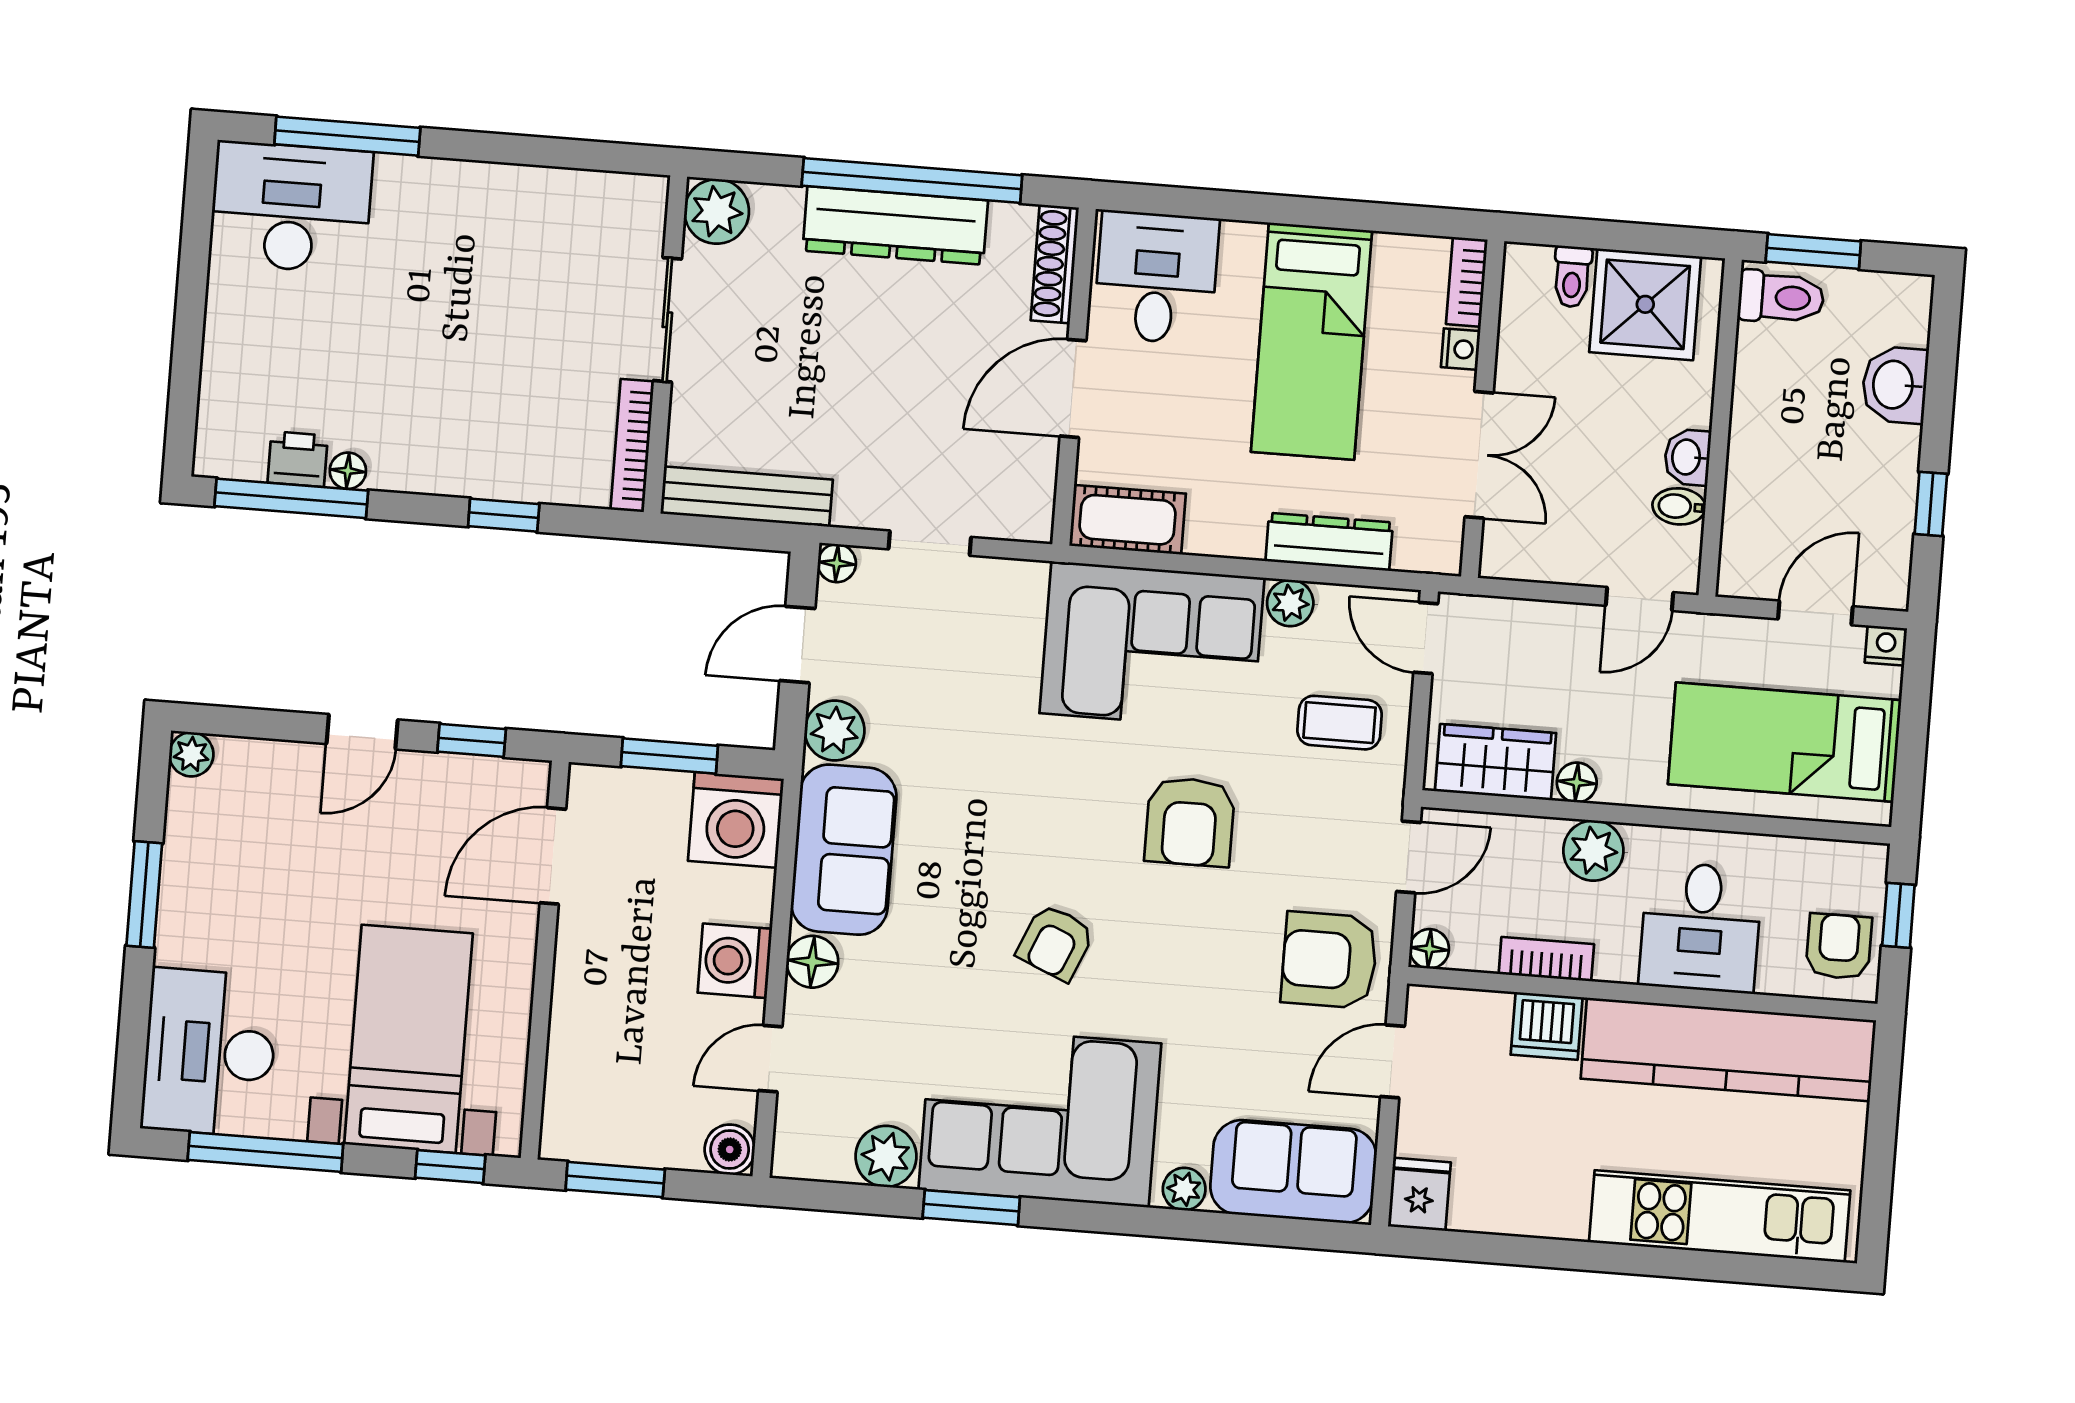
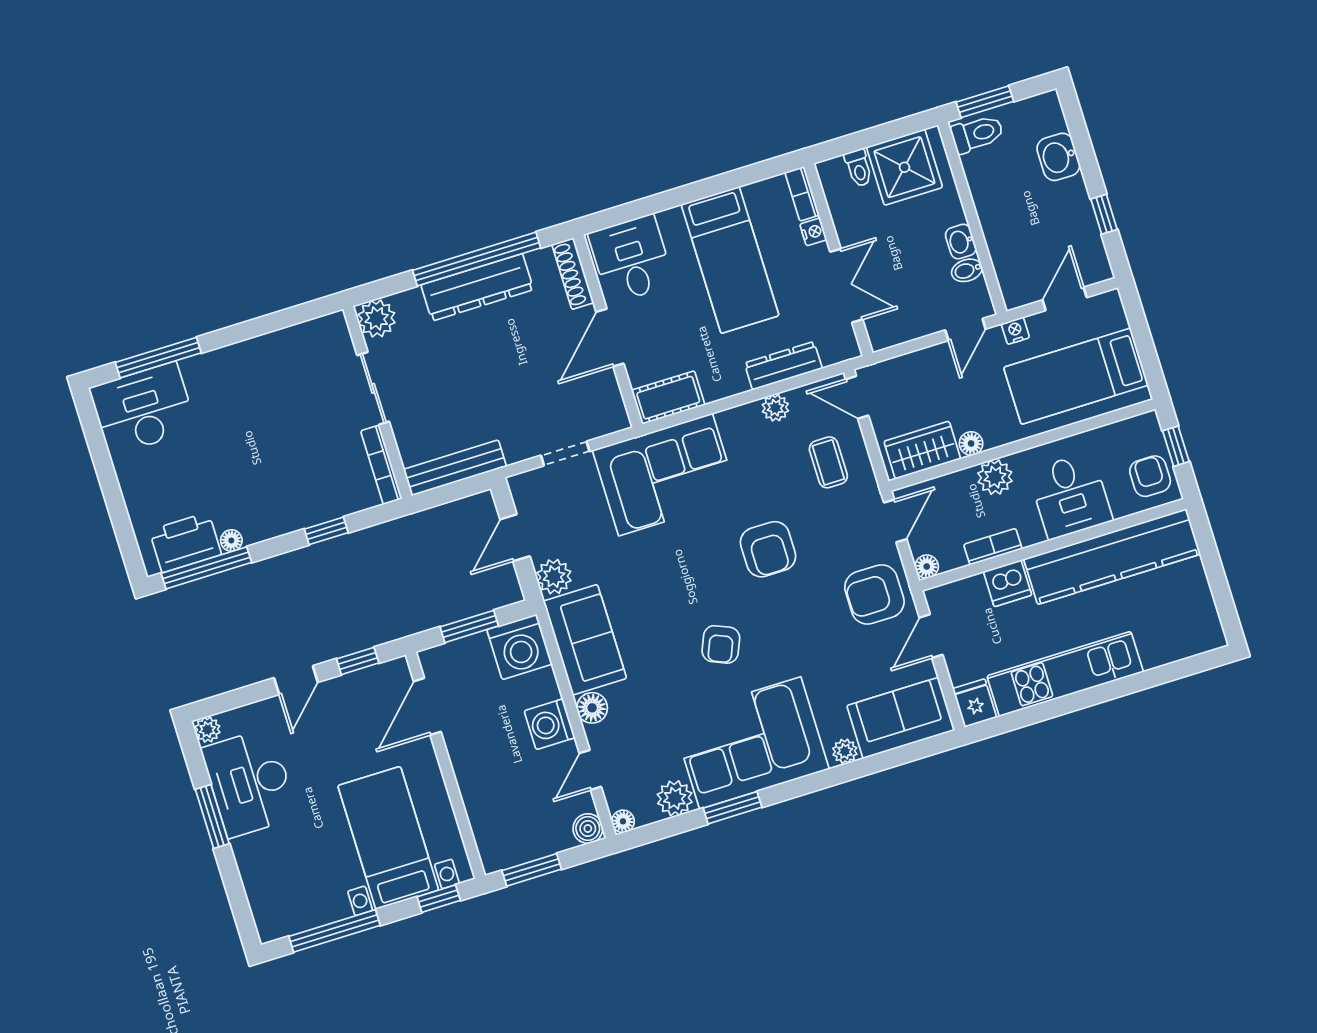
printer: (298, 459) -> (185, 542), width x1.87, depth x1.48
floor lamp: (837, 563) -> (623, 821), moved
corner sofa: (1152, 645) -> (665, 475), moved
nightstand: (1886, 645) -> (1015, 331), moved
coffee table: (1340, 723) -> (828, 462), turned 90
desk: (210, 1052) -> (250, 783), moved
kitchen unit: (1720, 1216) -> (1065, 674), moved

